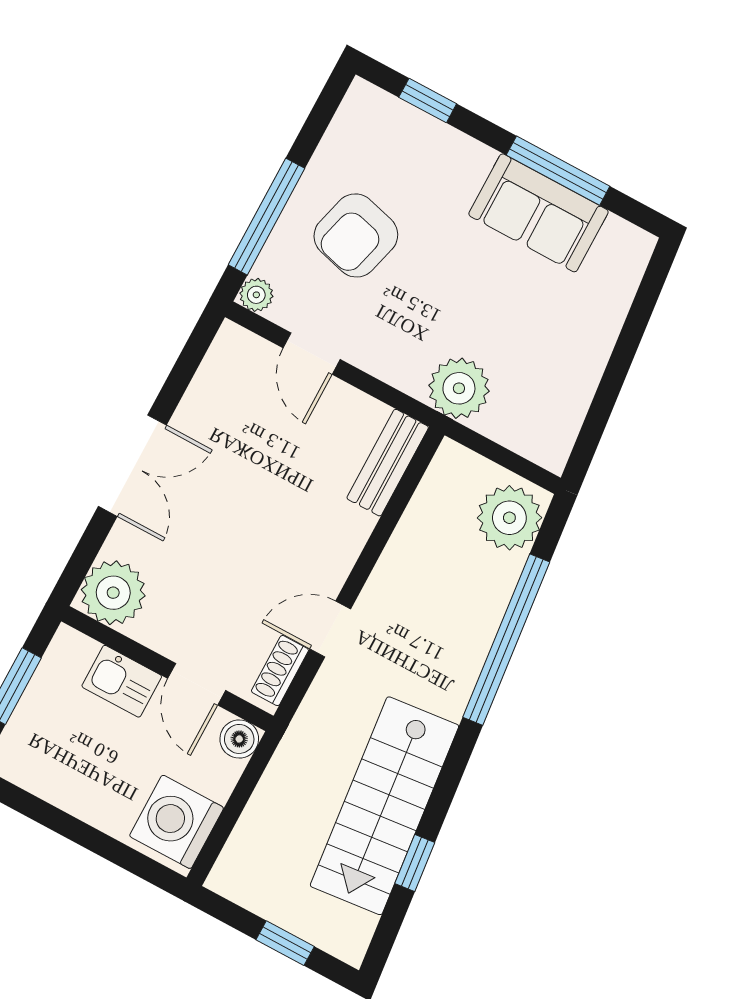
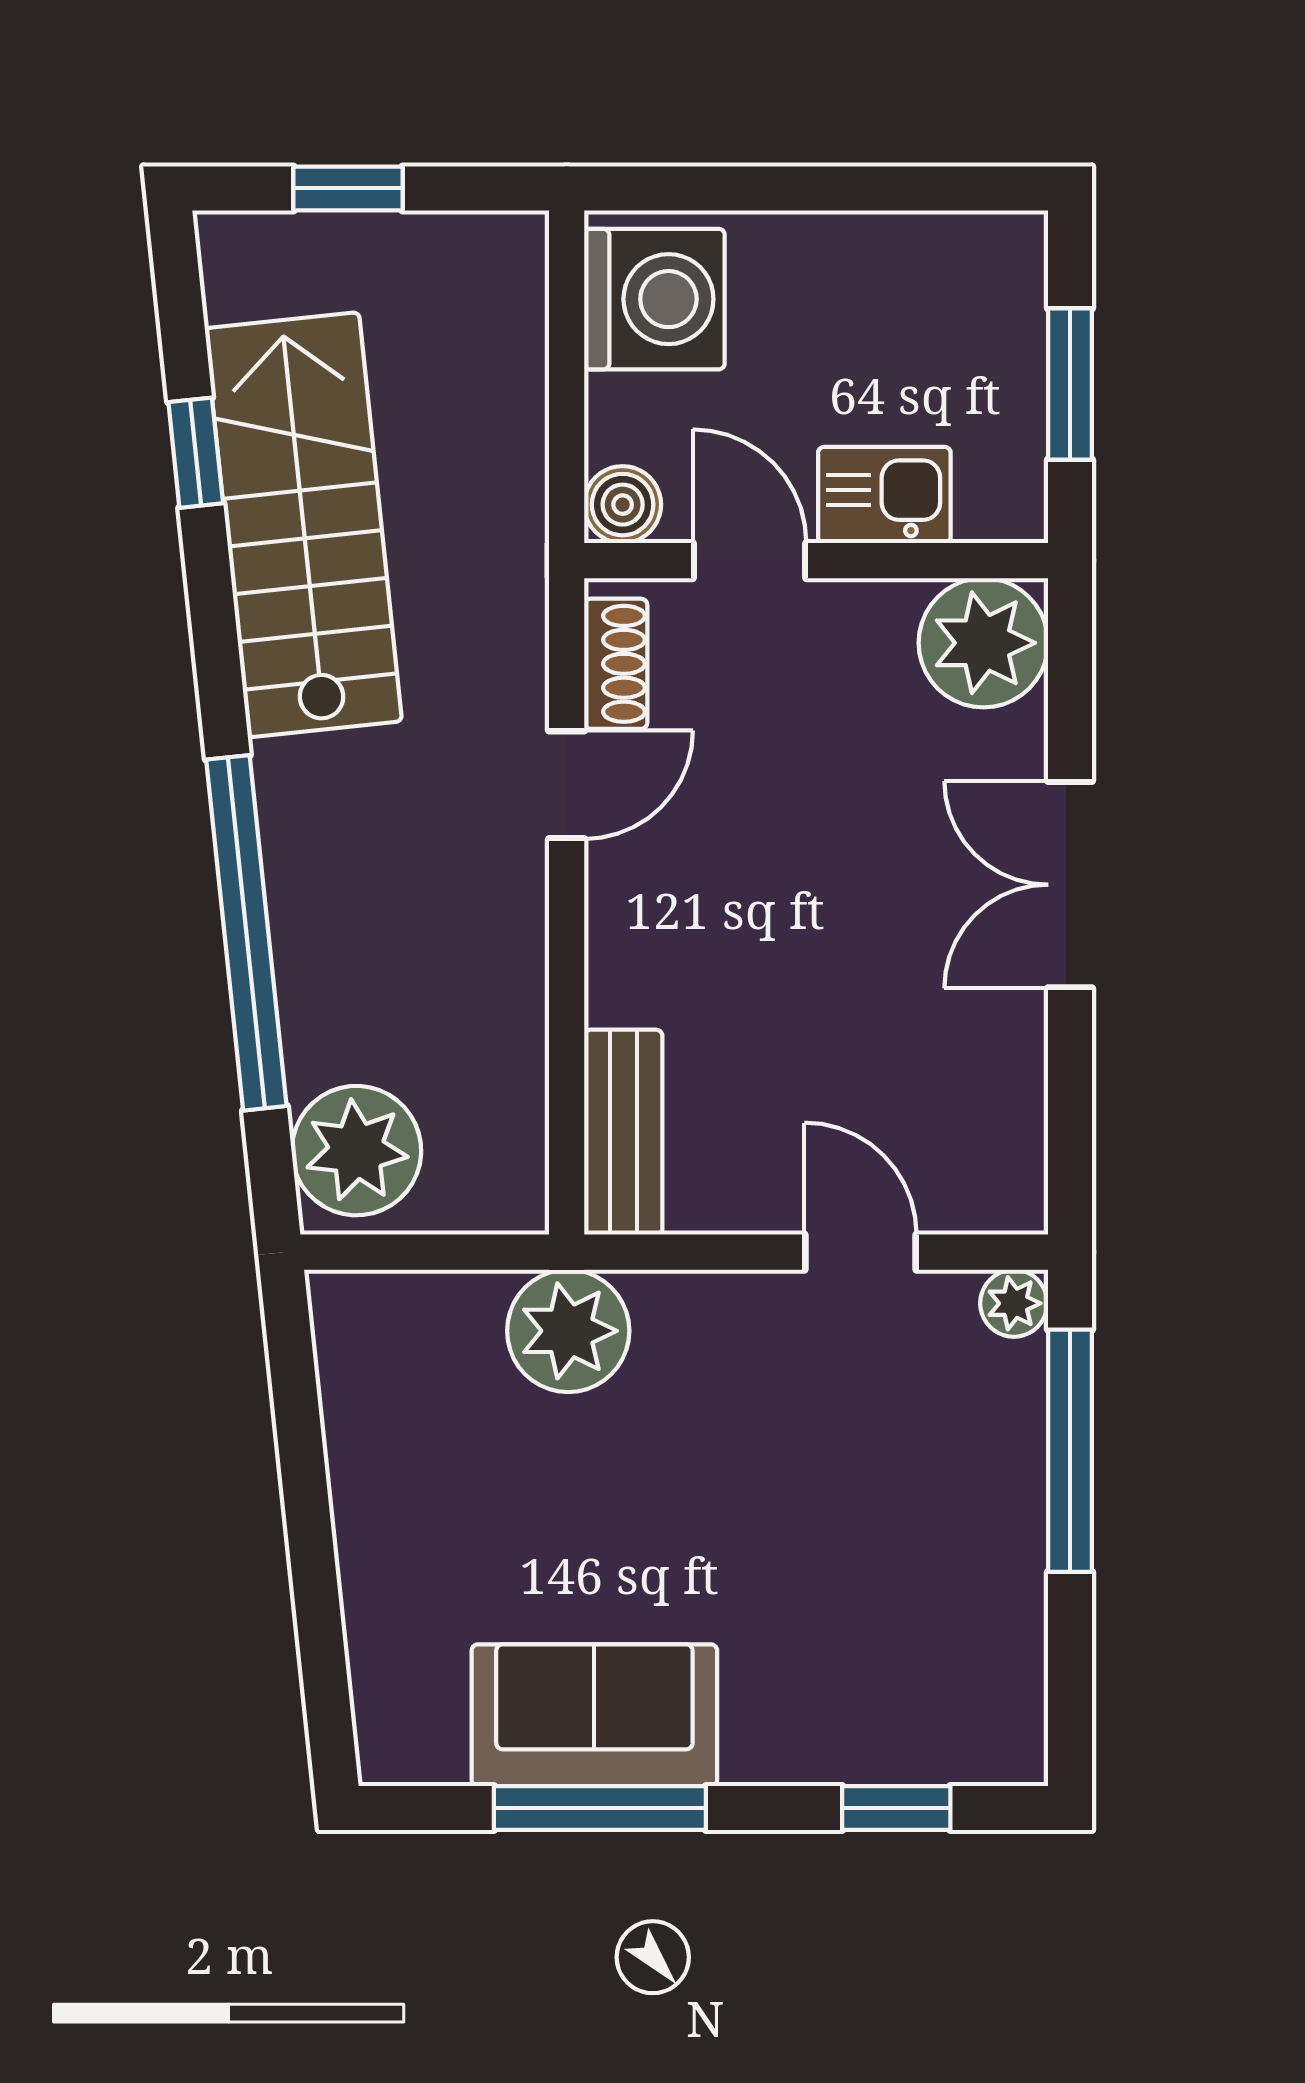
armchair: (356, 235) -> (895, 1502), removed

